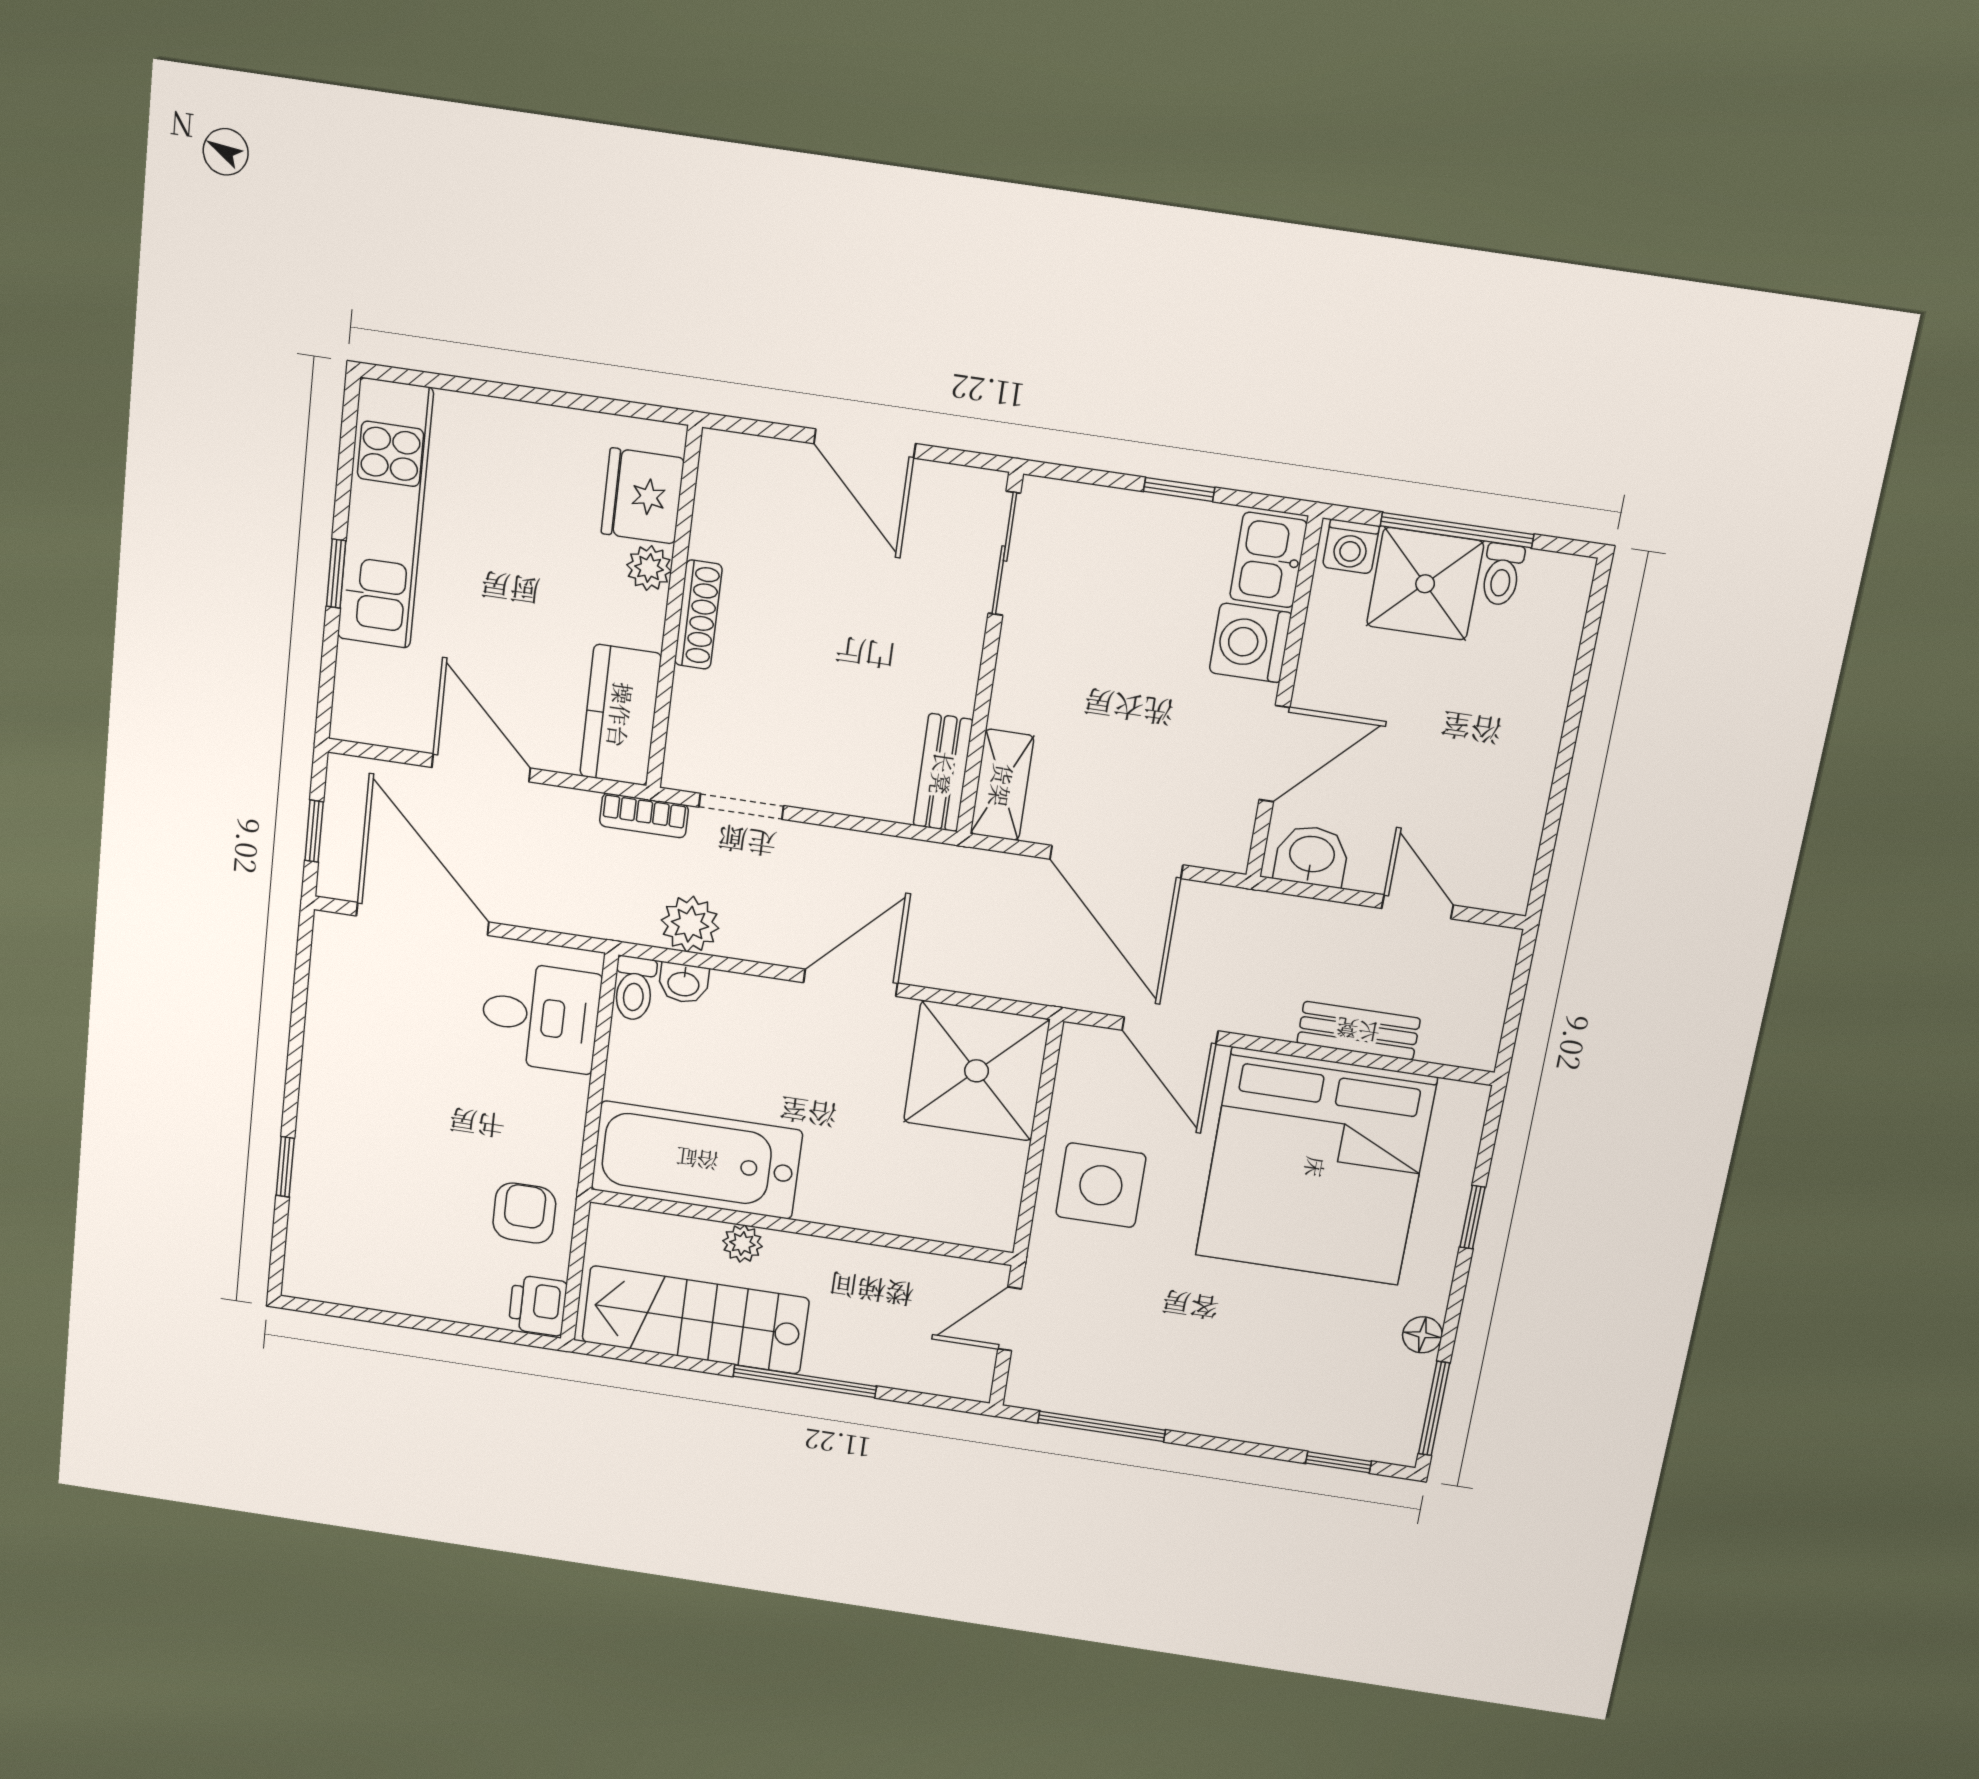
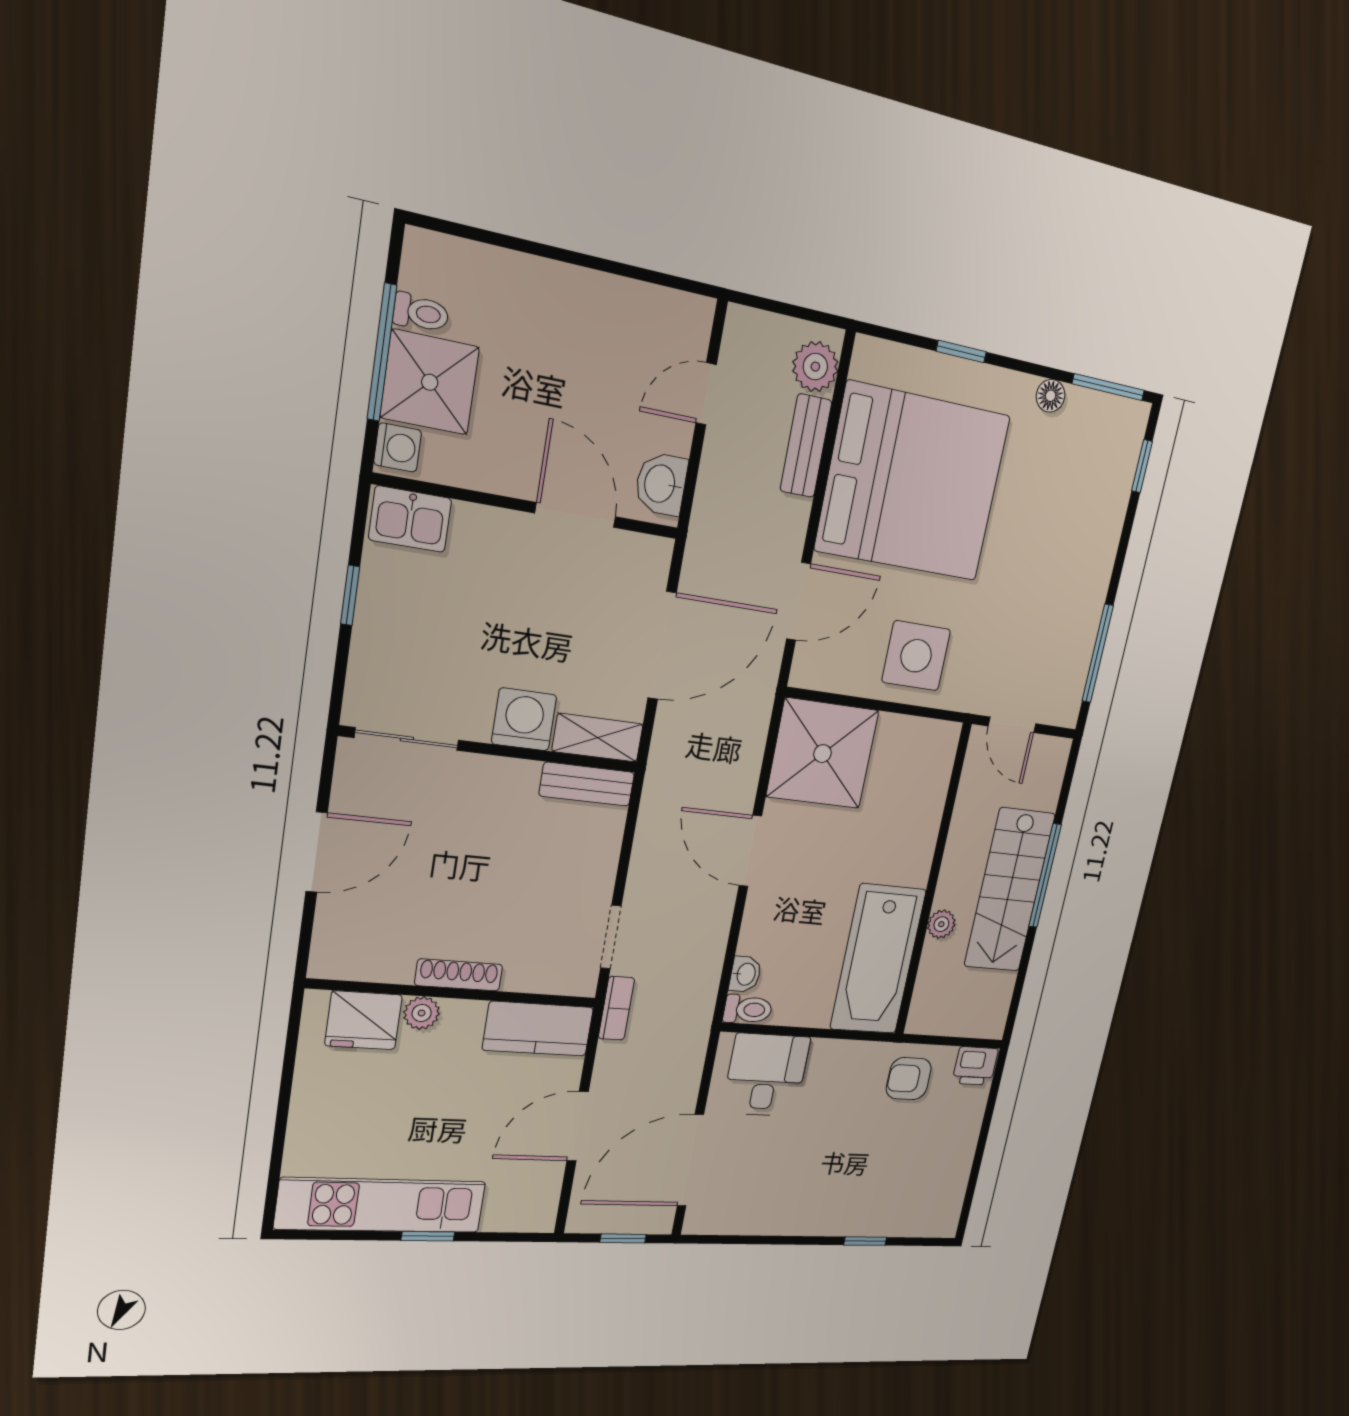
washing machine: (1250, 643) -> (524, 719), moved, turned 180
plant: (690, 924) -> (815, 367), moved
stairs: (695, 1320) -> (1009, 890), moved

